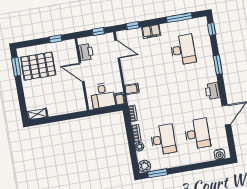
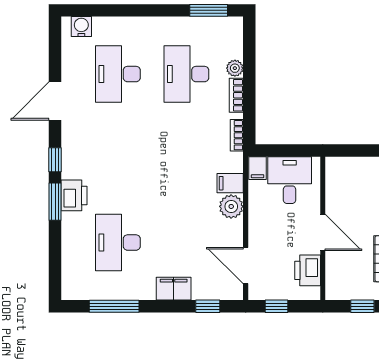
window: (212, 29) -> (55, 160), moved
printer: (213, 91) -> (74, 195), moved
plant: (145, 166) -> (231, 206), moved

